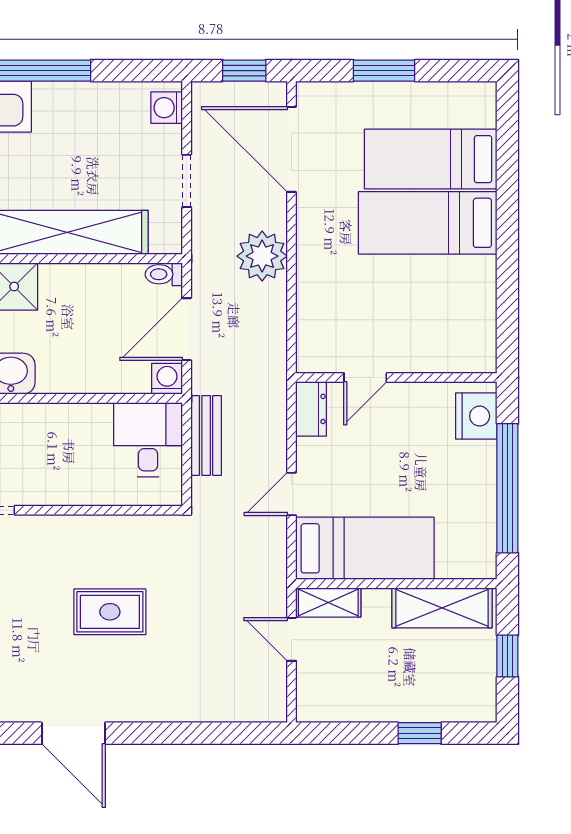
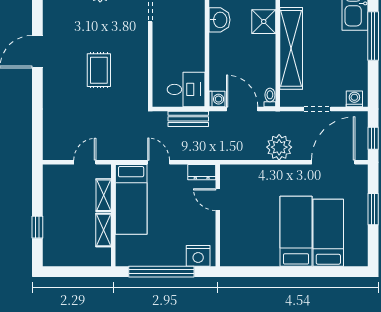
shelving: (328, 602) -> (104, 195), moved
shelving: (442, 608) -> (103, 230), width x0.67, depth x0.75
window: (507, 656) -> (76, 272), removed

